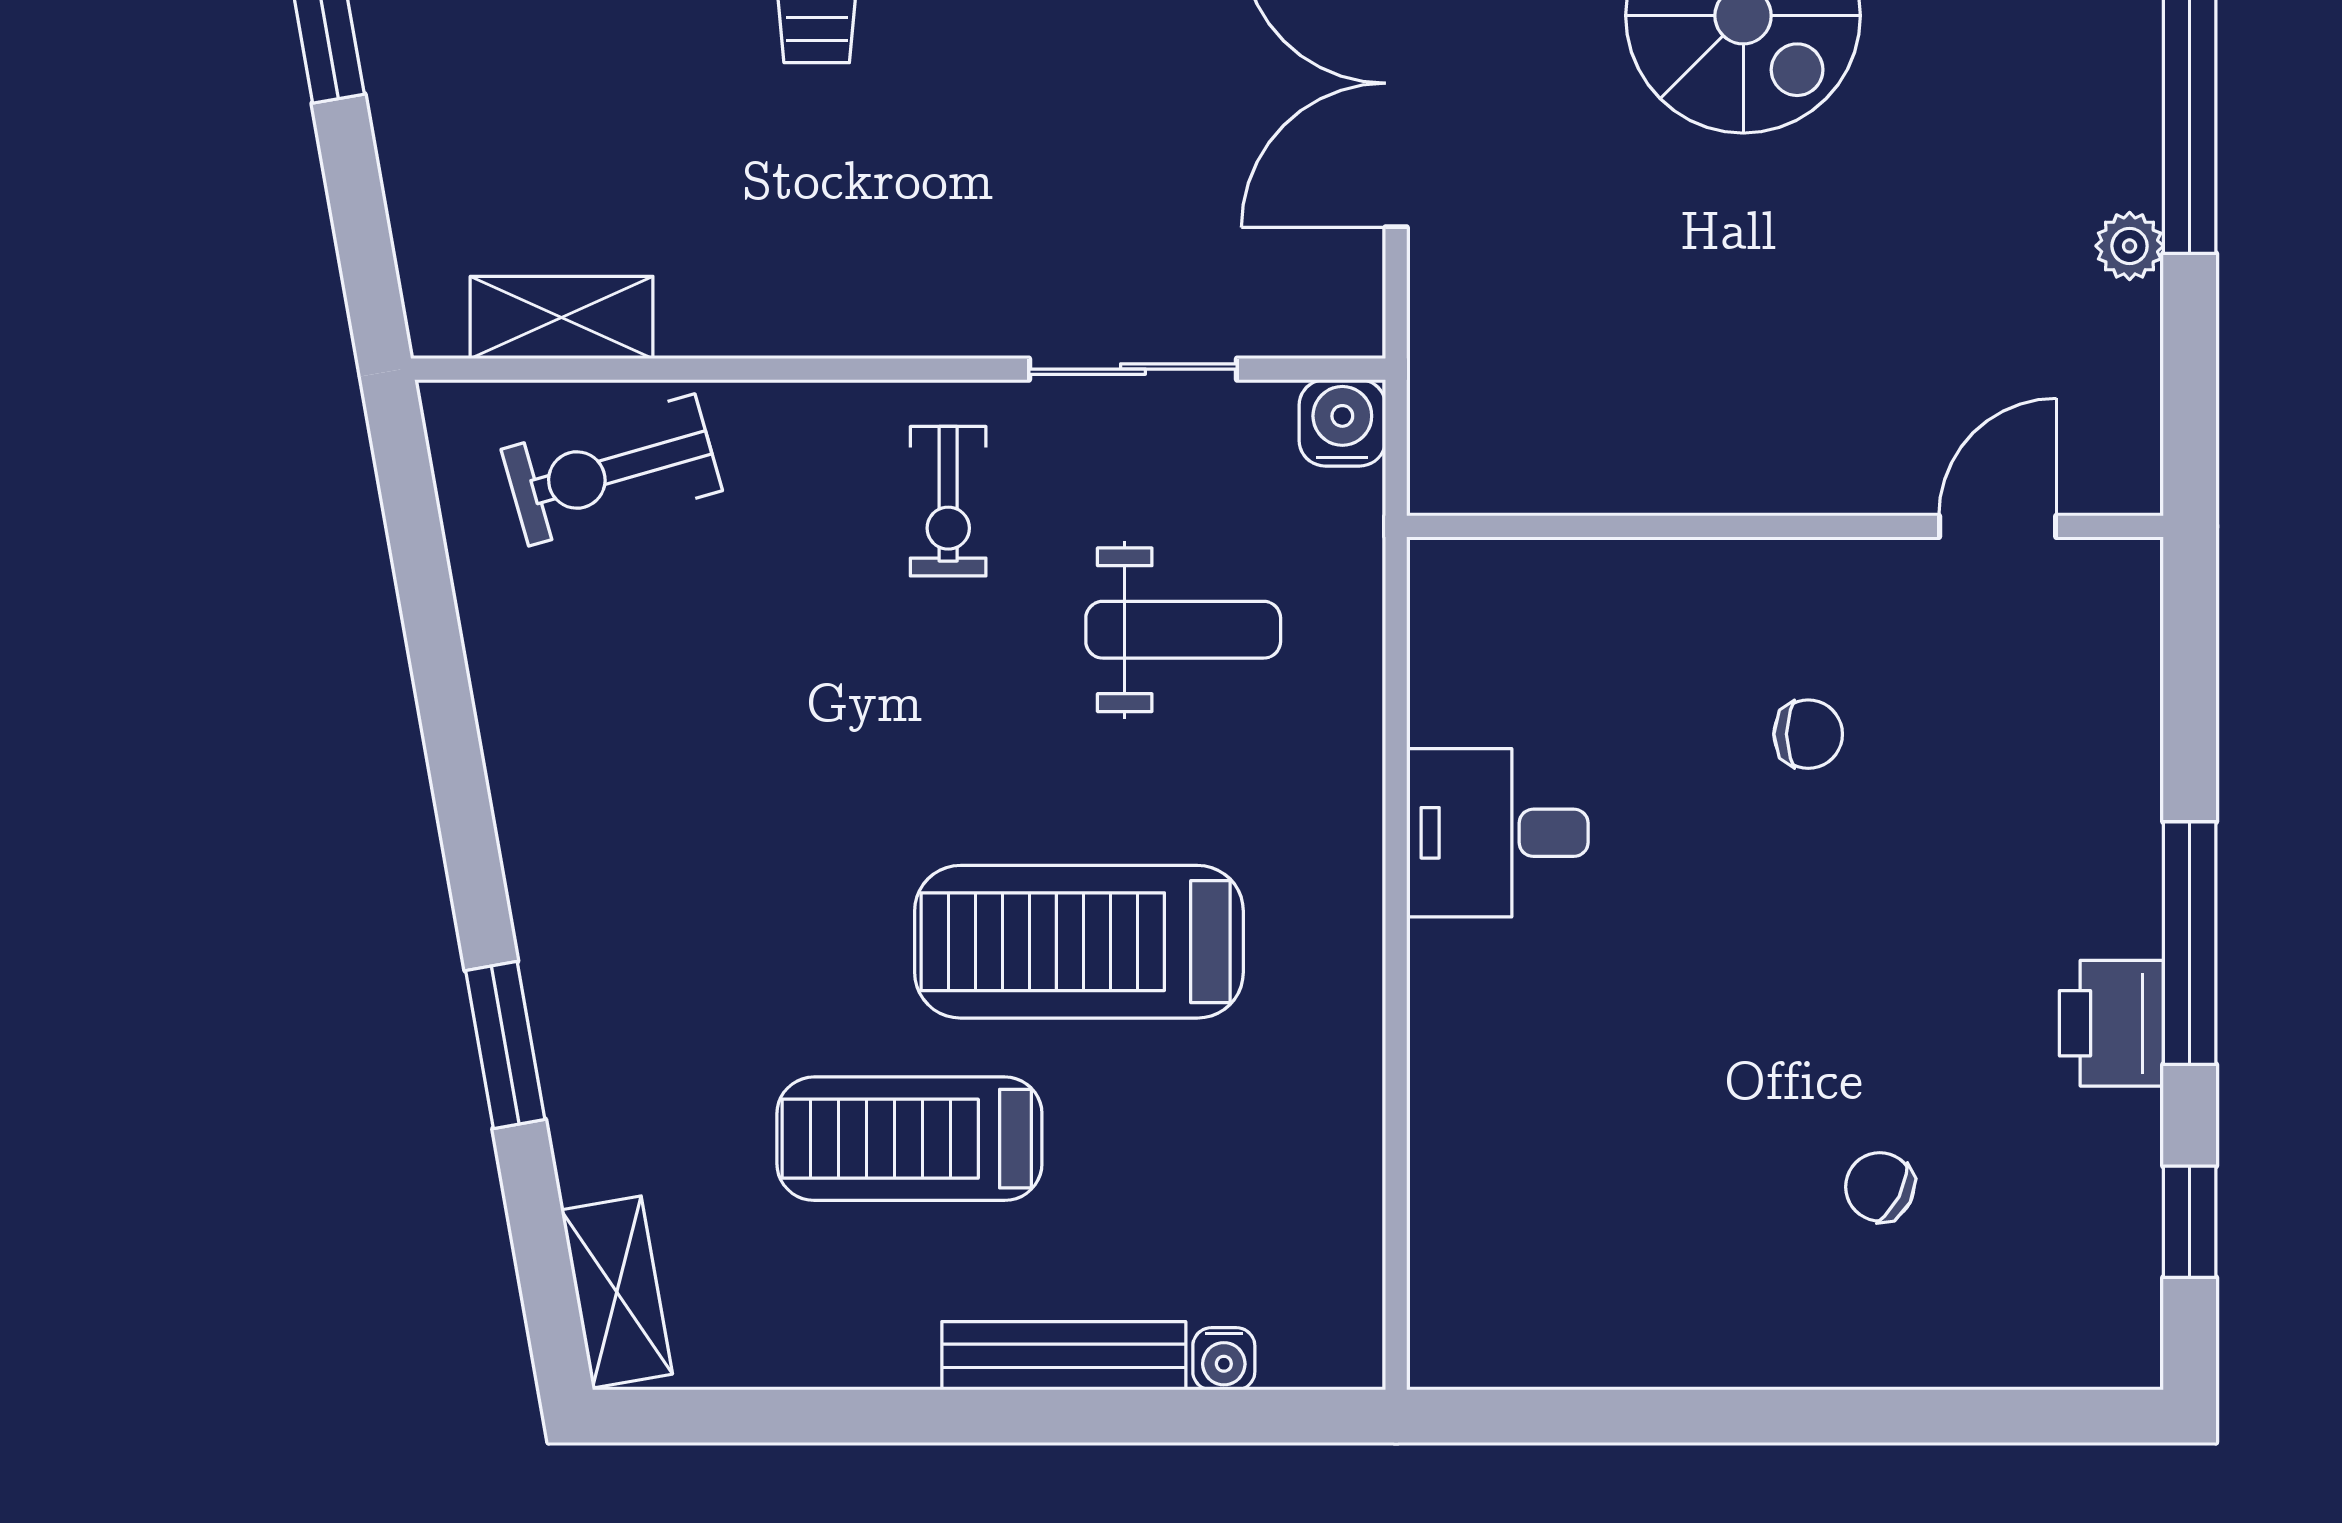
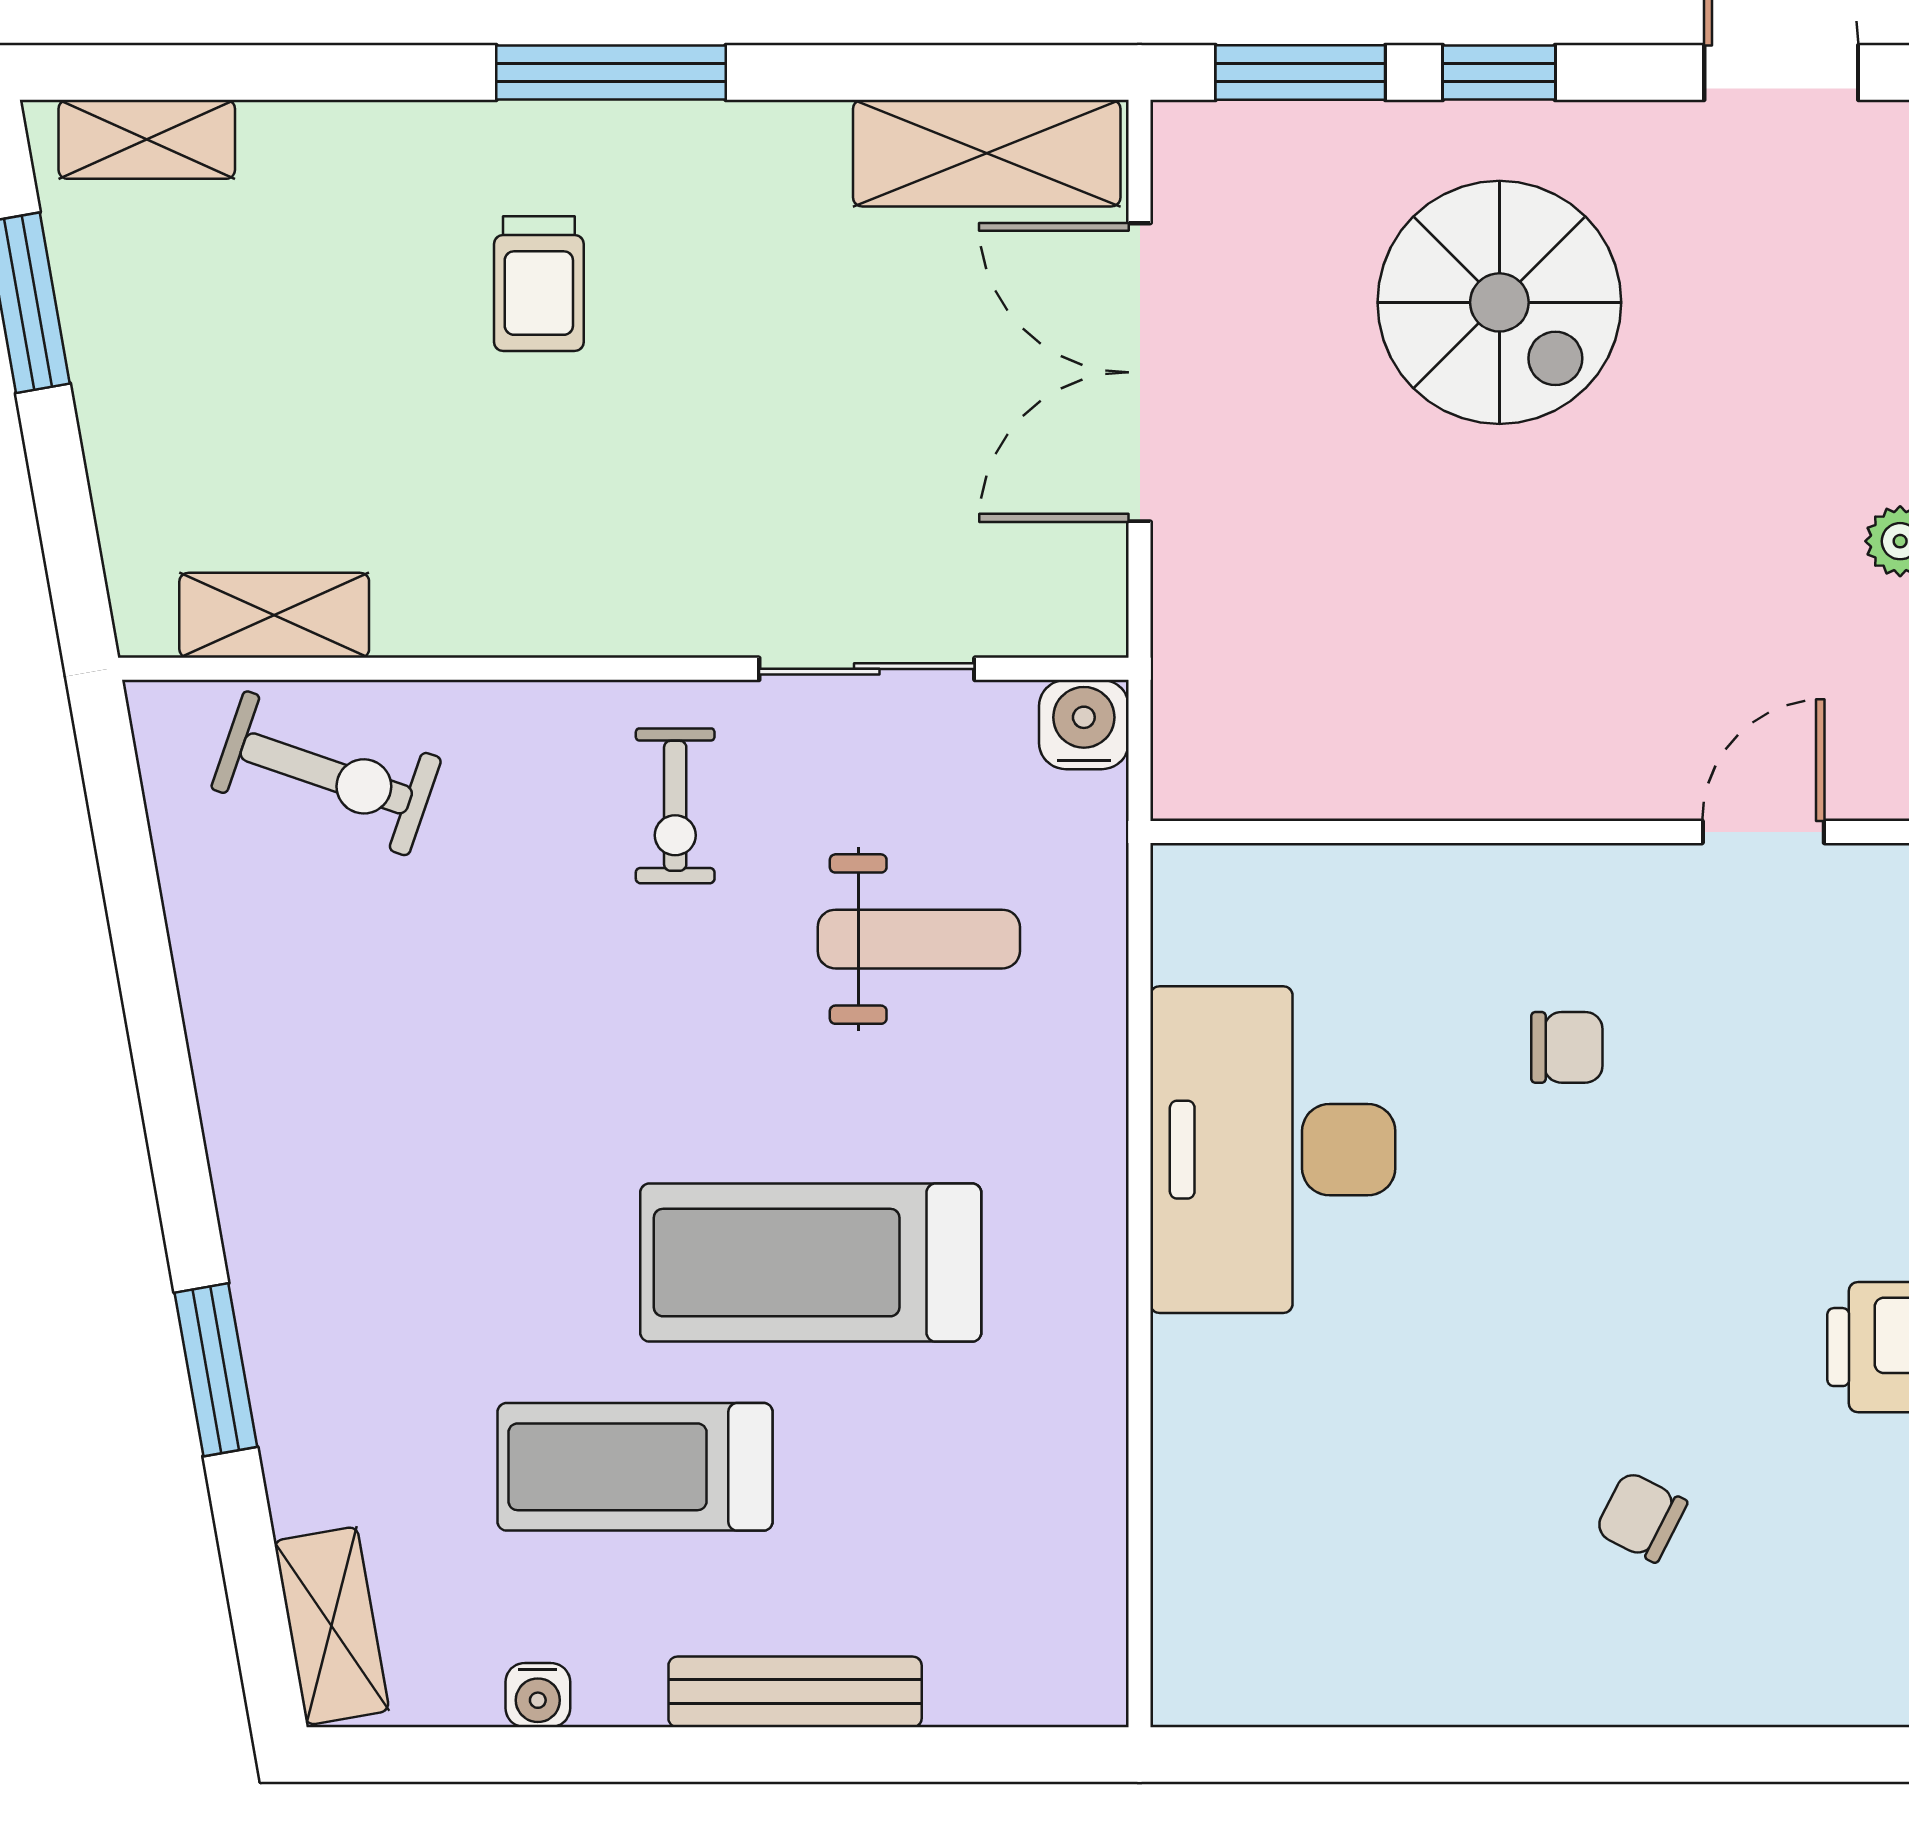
exercise bike: (612, 470) -> (326, 773), turned -145
desk: (1497, 833) -> (1273, 1150), width x1.87, depth x1.30
water cooler: (1224, 1359) -> (538, 1695), moved

